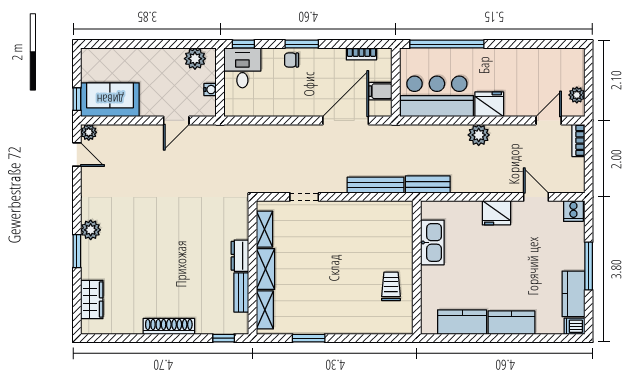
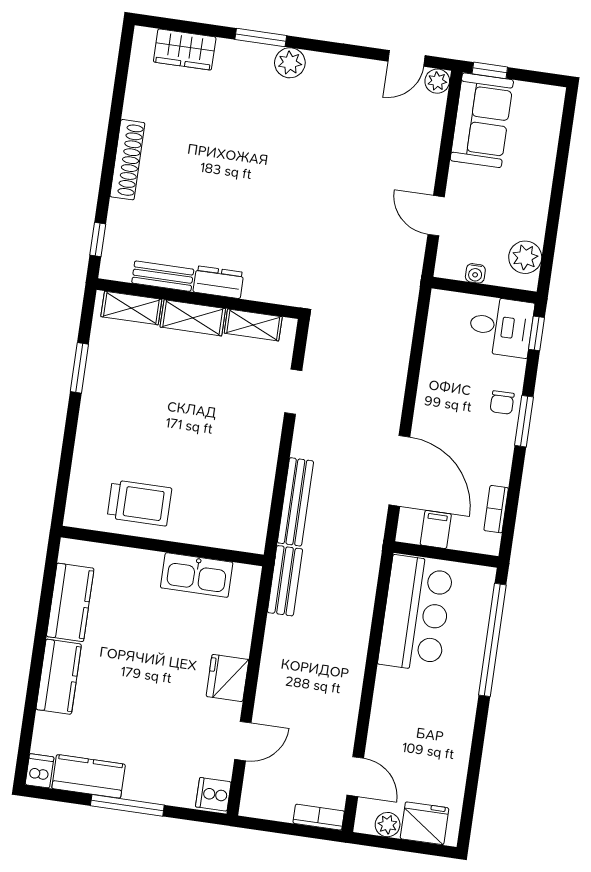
chair: (292, 60) -> (502, 403), turned 180
fridge: (489, 104) -> (425, 823), moved, turned -90
plant: (479, 135) -> (349, 668), removed
trolley: (391, 286) -> (139, 503), width x1.36, depth x1.39

